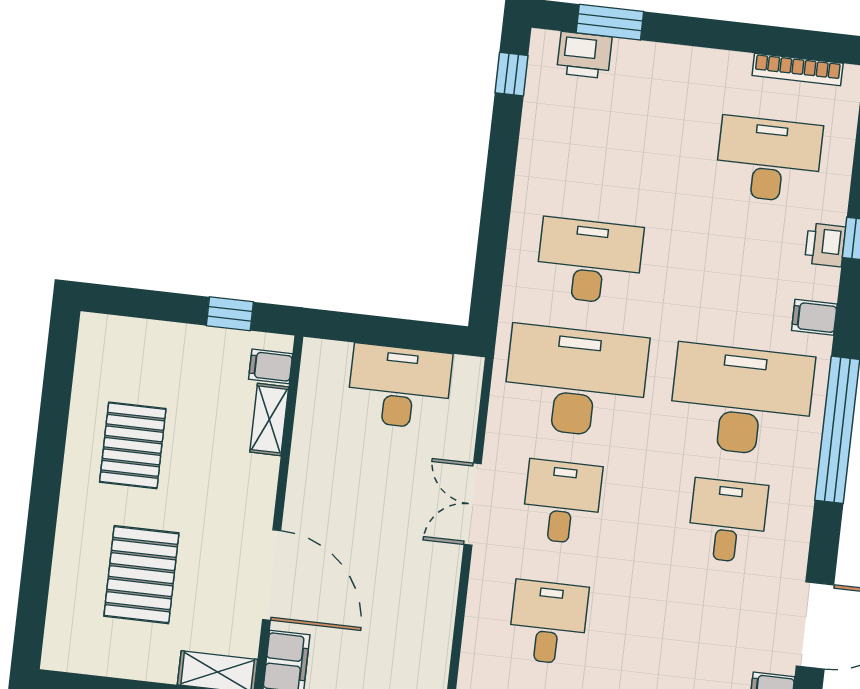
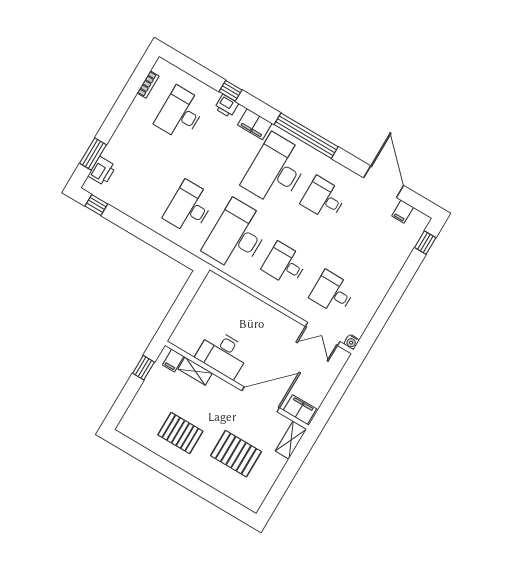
bookcase: (798, 69) -> (148, 85), width x0.64
filing cabinet: (814, 317) -> (255, 124), width x2.00
desk: (399, 387) -> (223, 354), moved, turned -90
double door: (473, 504) -> (323, 334), moved

